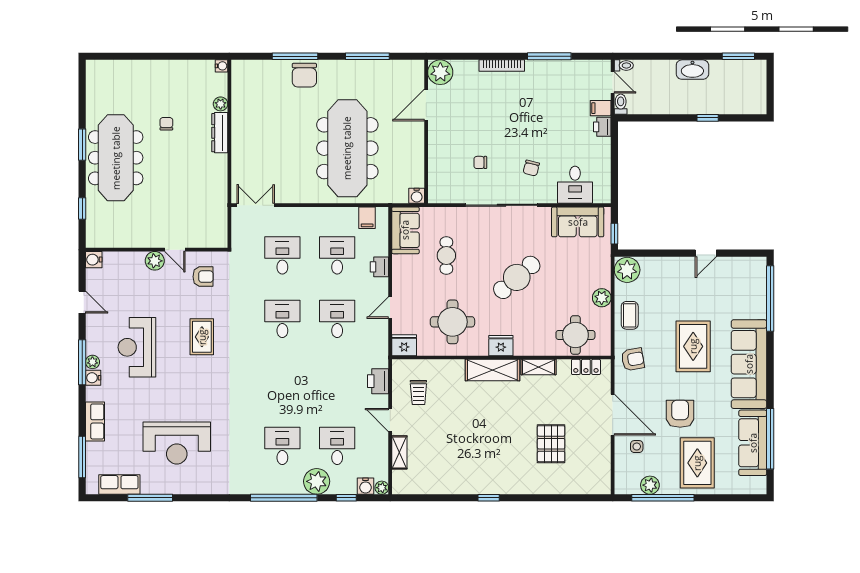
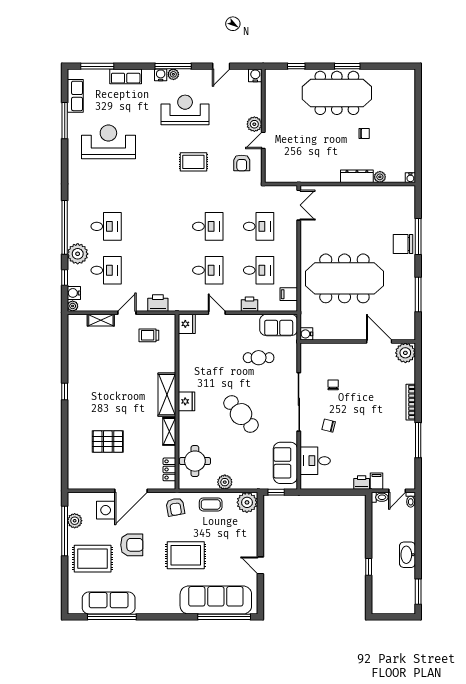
round table: (452, 322) -> (205, 363), removed
sofa: (749, 364) -> (216, 600), moved
reception desk: (177, 443) -> (108, 142), turned 90
side table: (637, 447) -> (106, 510), width x1.87, depth x1.87

